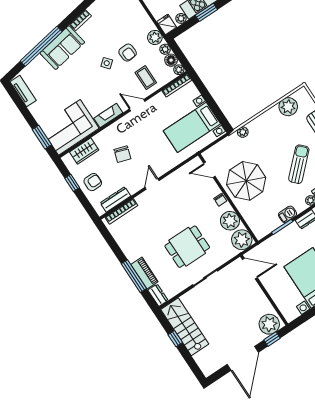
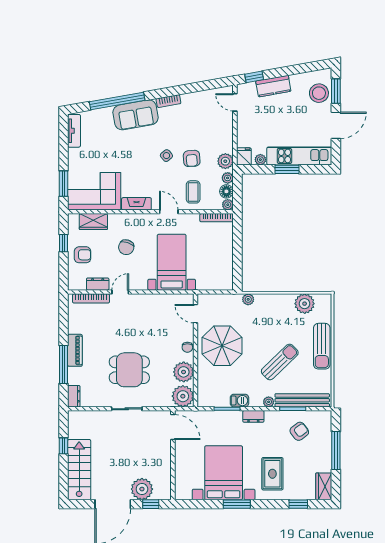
bed with nightstands: (192, 127) -> (172, 262), moved, turned 90
door: (152, 184) -> (120, 292), moved
dresser: (116, 199) -> (98, 284), width x0.70
piano: (144, 273) -> (75, 350), moved
plant: (269, 324) -> (142, 489), moved
stairs: (185, 327) -> (79, 470), moved

